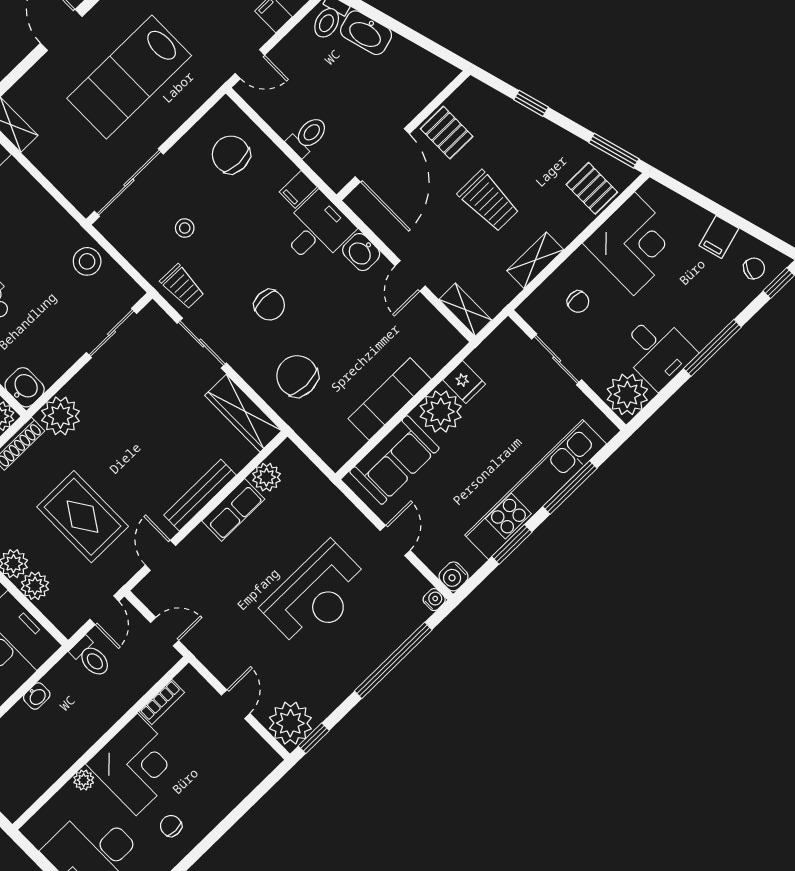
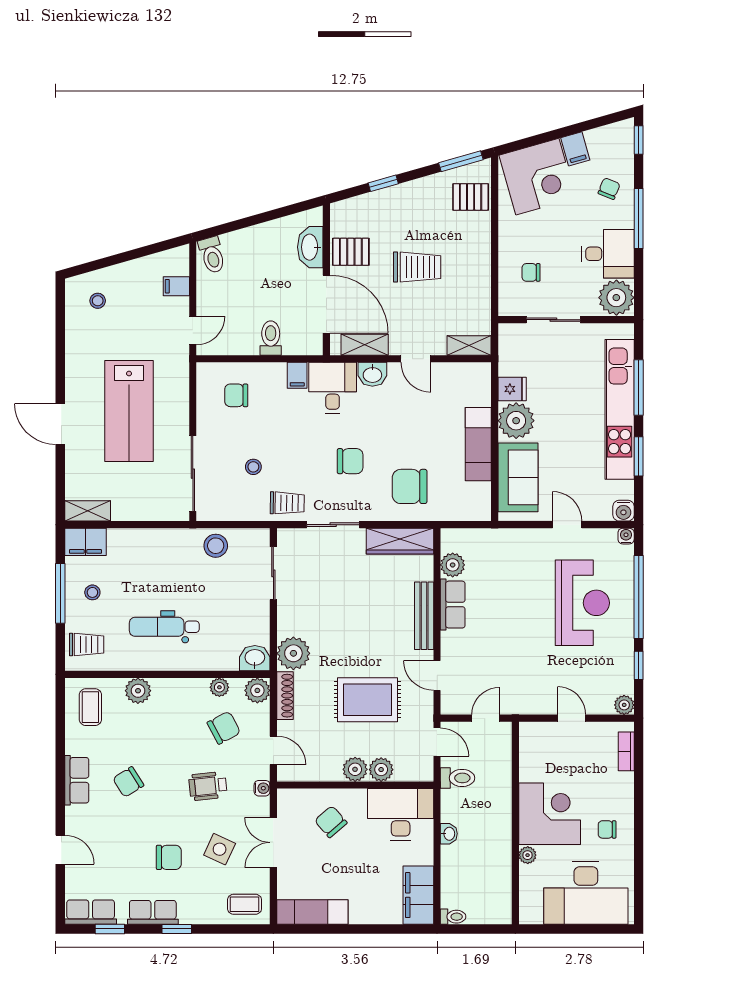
washbasin: (366, 33) -> (310, 247), moved, turned 106
chair: (231, 155) -> (236, 395), width x0.73, depth x0.73
corner desk: (634, 244) -> (537, 177), moved, turned 74
shelving: (535, 260) -> (365, 345), moved, turned 90
chair: (754, 268) -> (609, 189), moved
chair: (578, 302) -> (531, 272), turned 180
reception desk: (316, 595) -> (582, 603), moved
bookcase: (162, 702) -> (626, 751), moved, turned 180
plant: (290, 723) -> (624, 705), width x0.53, depth x0.53
window: (314, 738) -> (639, 665), moved

